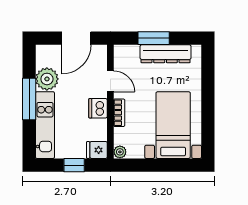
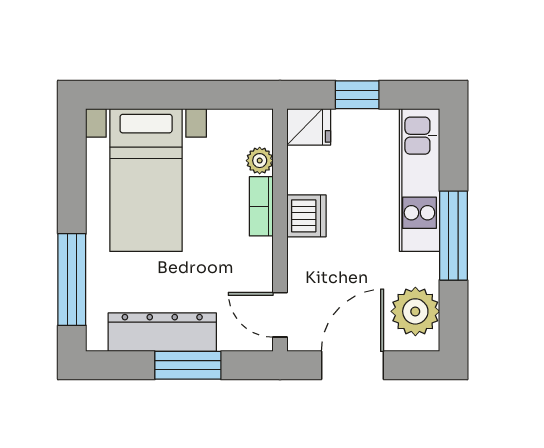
window: (208, 78) -> (72, 280), added
plant: (47, 79) -> (415, 311), moved
door: (110, 81) -> (280, 315), moved
plant: (120, 152) -> (260, 161), moved

